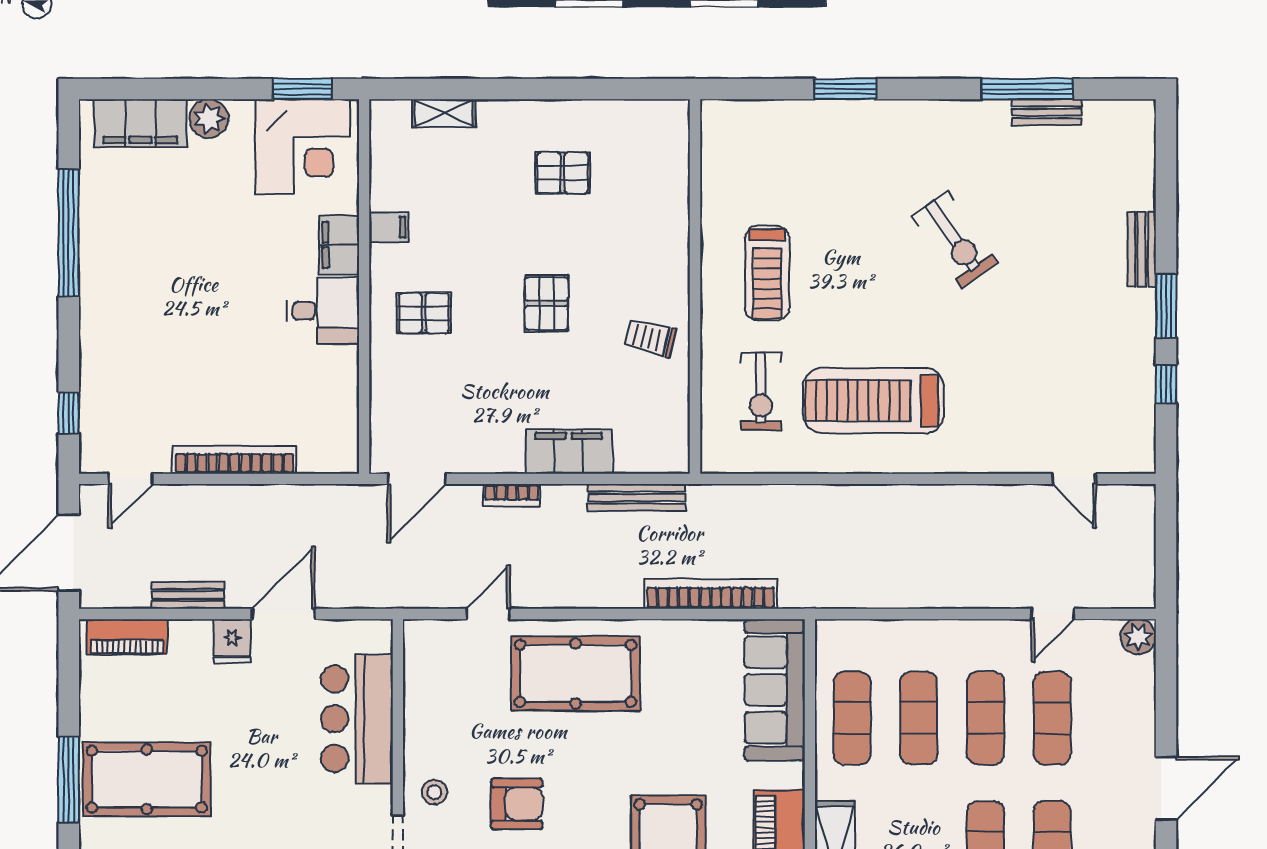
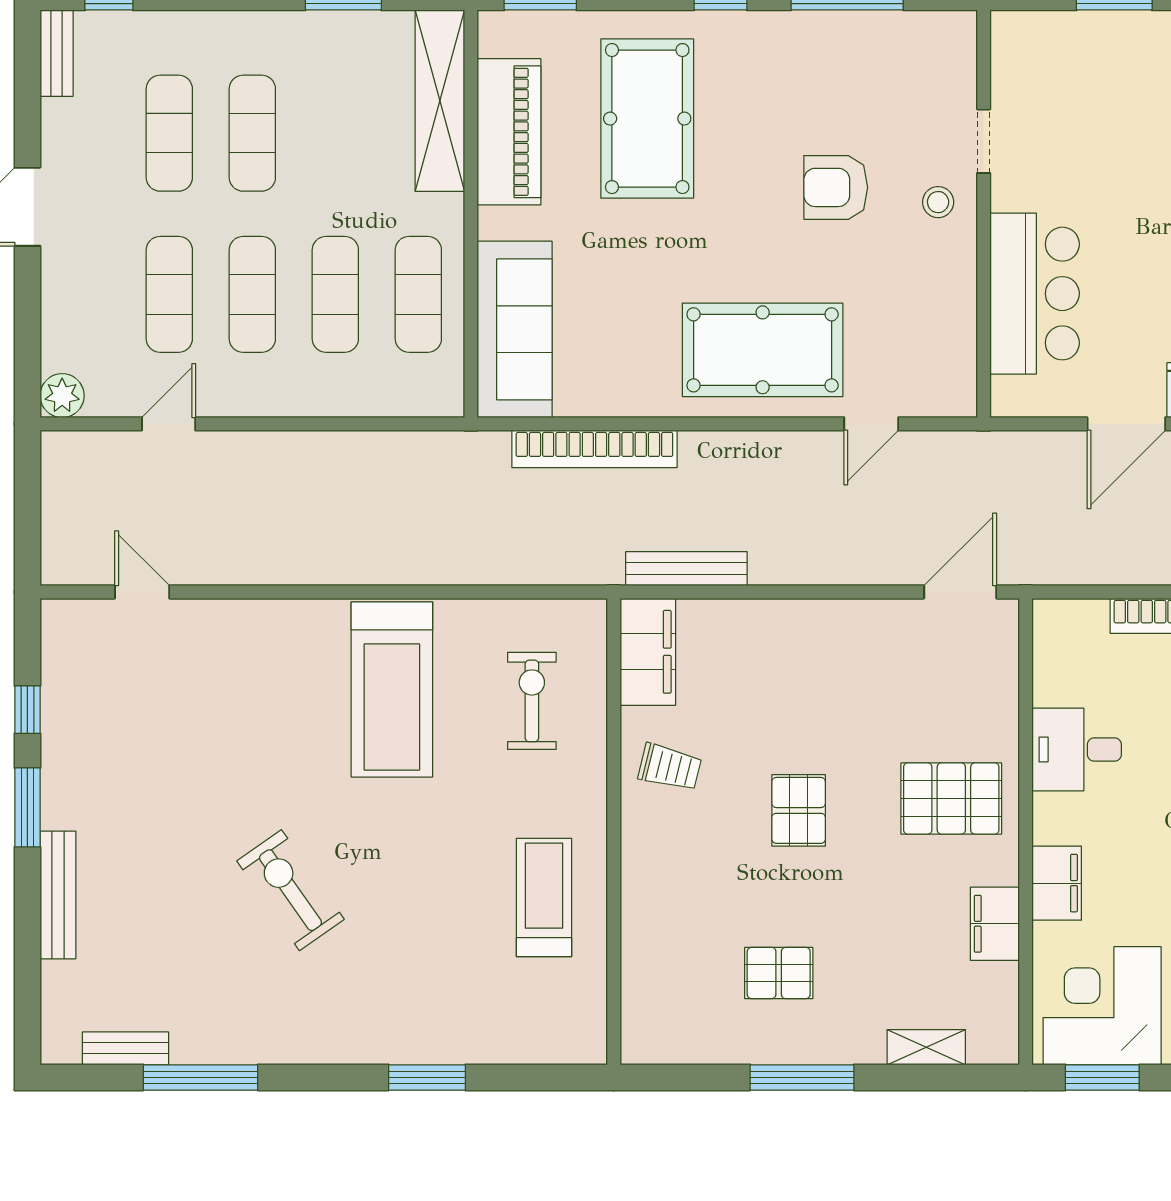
window: (544, 89) -> (802, 1077), added
bench: (1047, 112) -> (126, 1048), moved
filing cabinet: (389, 227) -> (995, 924), width x2.00
bench: (1142, 249) -> (58, 895), width x1.36
treadmill: (767, 273) -> (544, 897), moved
desk: (323, 311) -> (1077, 749), moved
pallet: (424, 313) -> (951, 799), width x1.50, depth x1.42
treadmill: (873, 401) -> (392, 689), turned 90
filing cabinet: (569, 452) -> (648, 652), moved, turned -90
bookcase: (512, 495) -> (842, 572), removed

